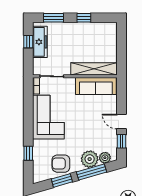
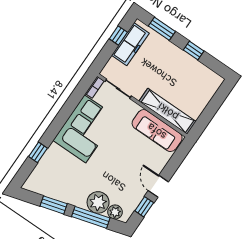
armchair: (61, 164) -> (65, 187), removed

